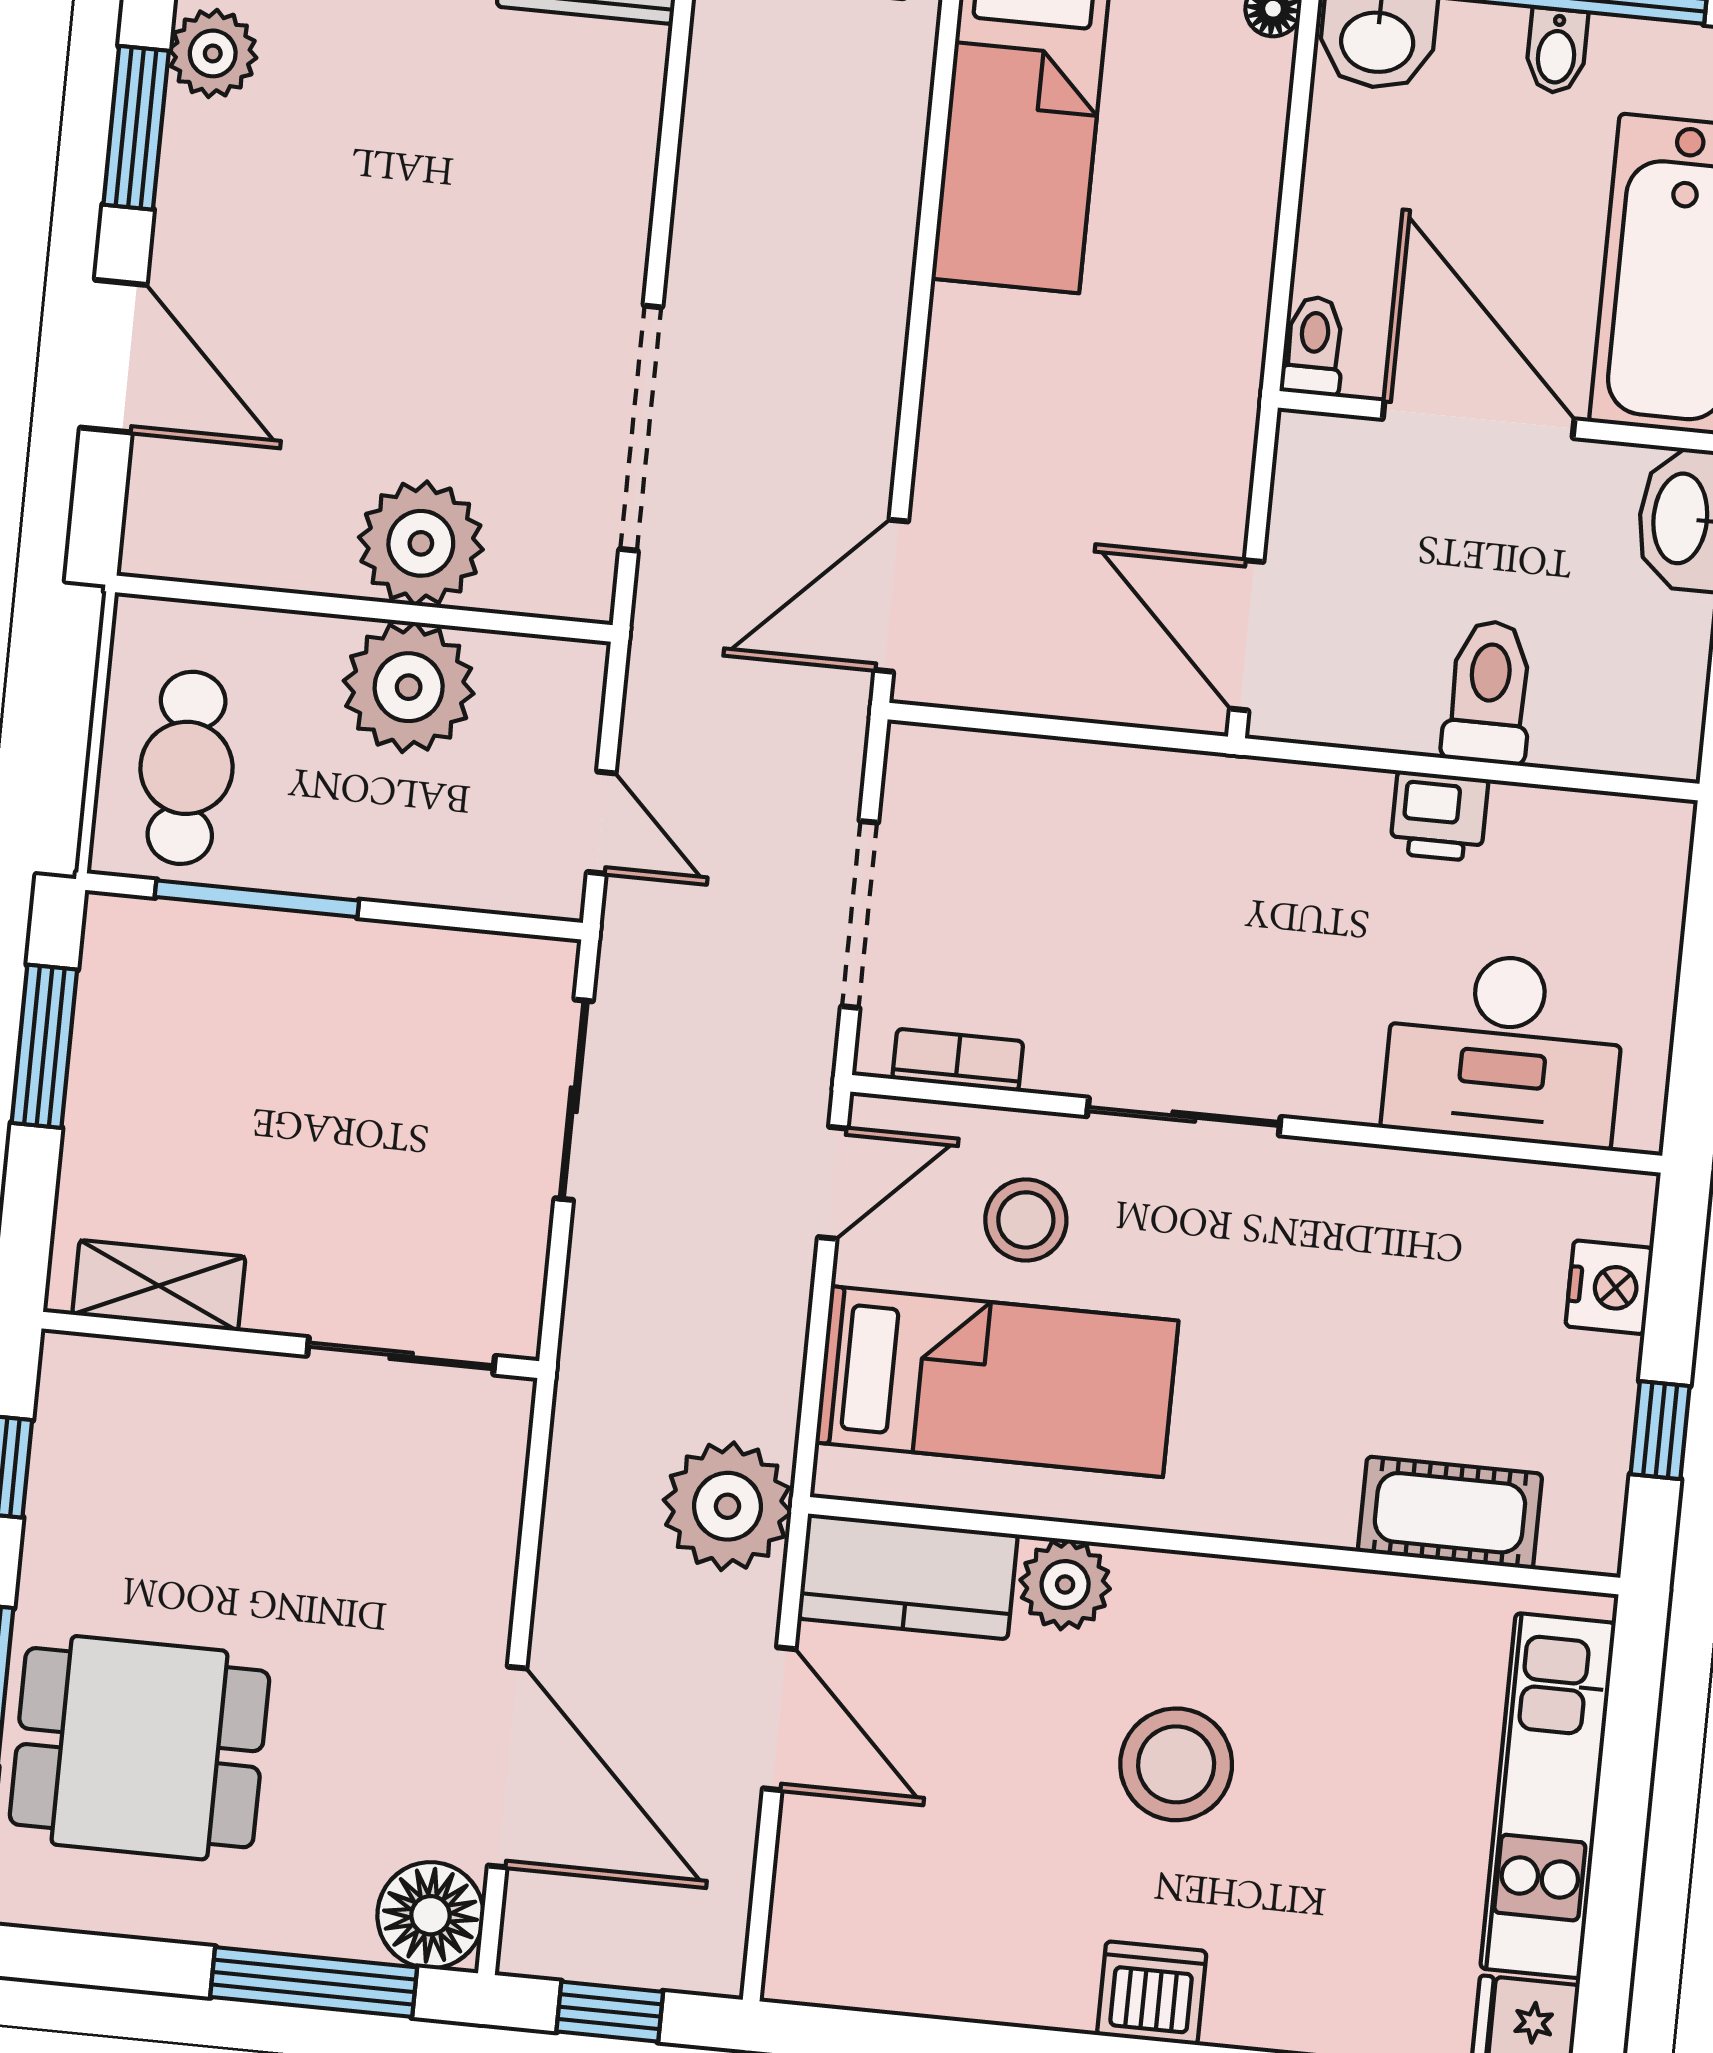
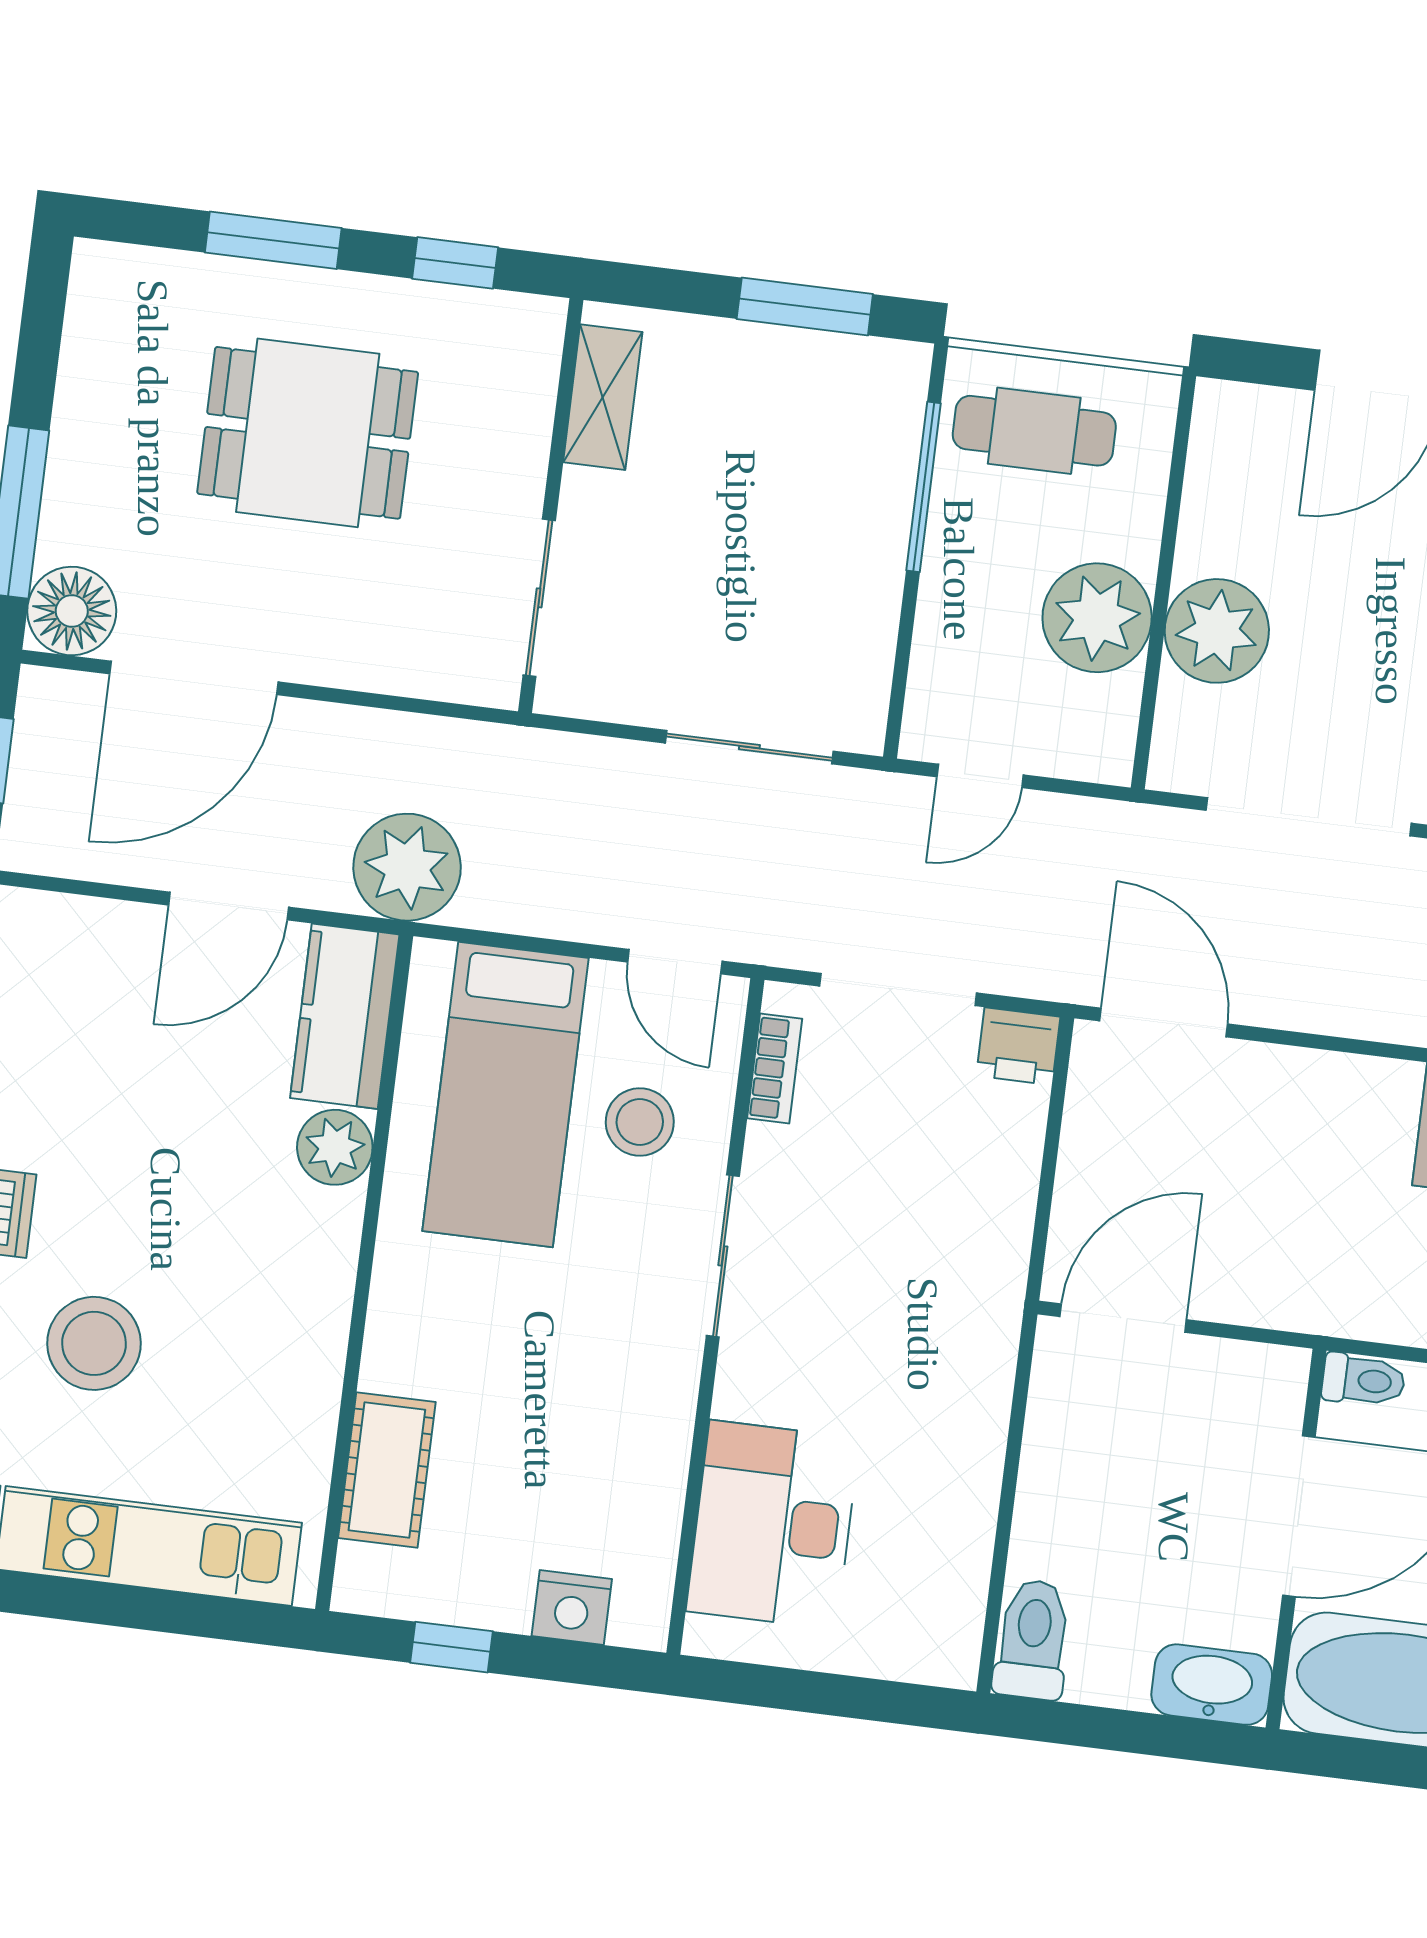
toilet: (1489, 692) -> (1033, 1639), moved, turned -90
printer: (1439, 816) -> (1018, 1046), moved, turned -90
dining table: (139, 1748) -> (308, 433), moved, turned 90
stool: (1176, 1764) -> (94, 1343), moved

